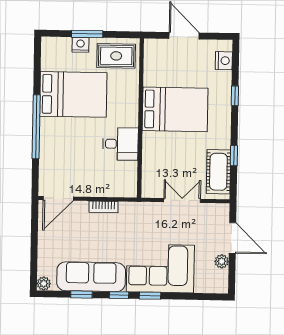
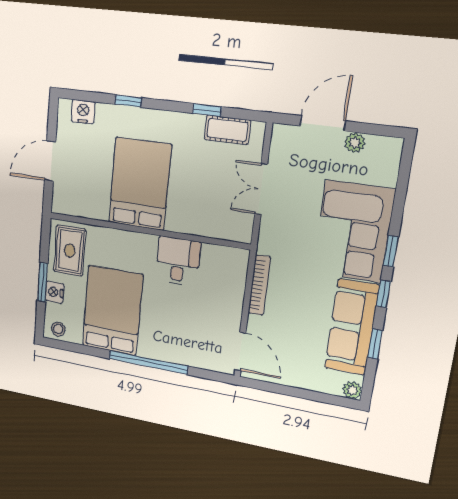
stool: (50, 50) -> (58, 329), added
cot: (218, 172) -> (227, 130), width x0.73, depth x0.75
bookcase: (104, 207) -> (259, 285), width x1.56

